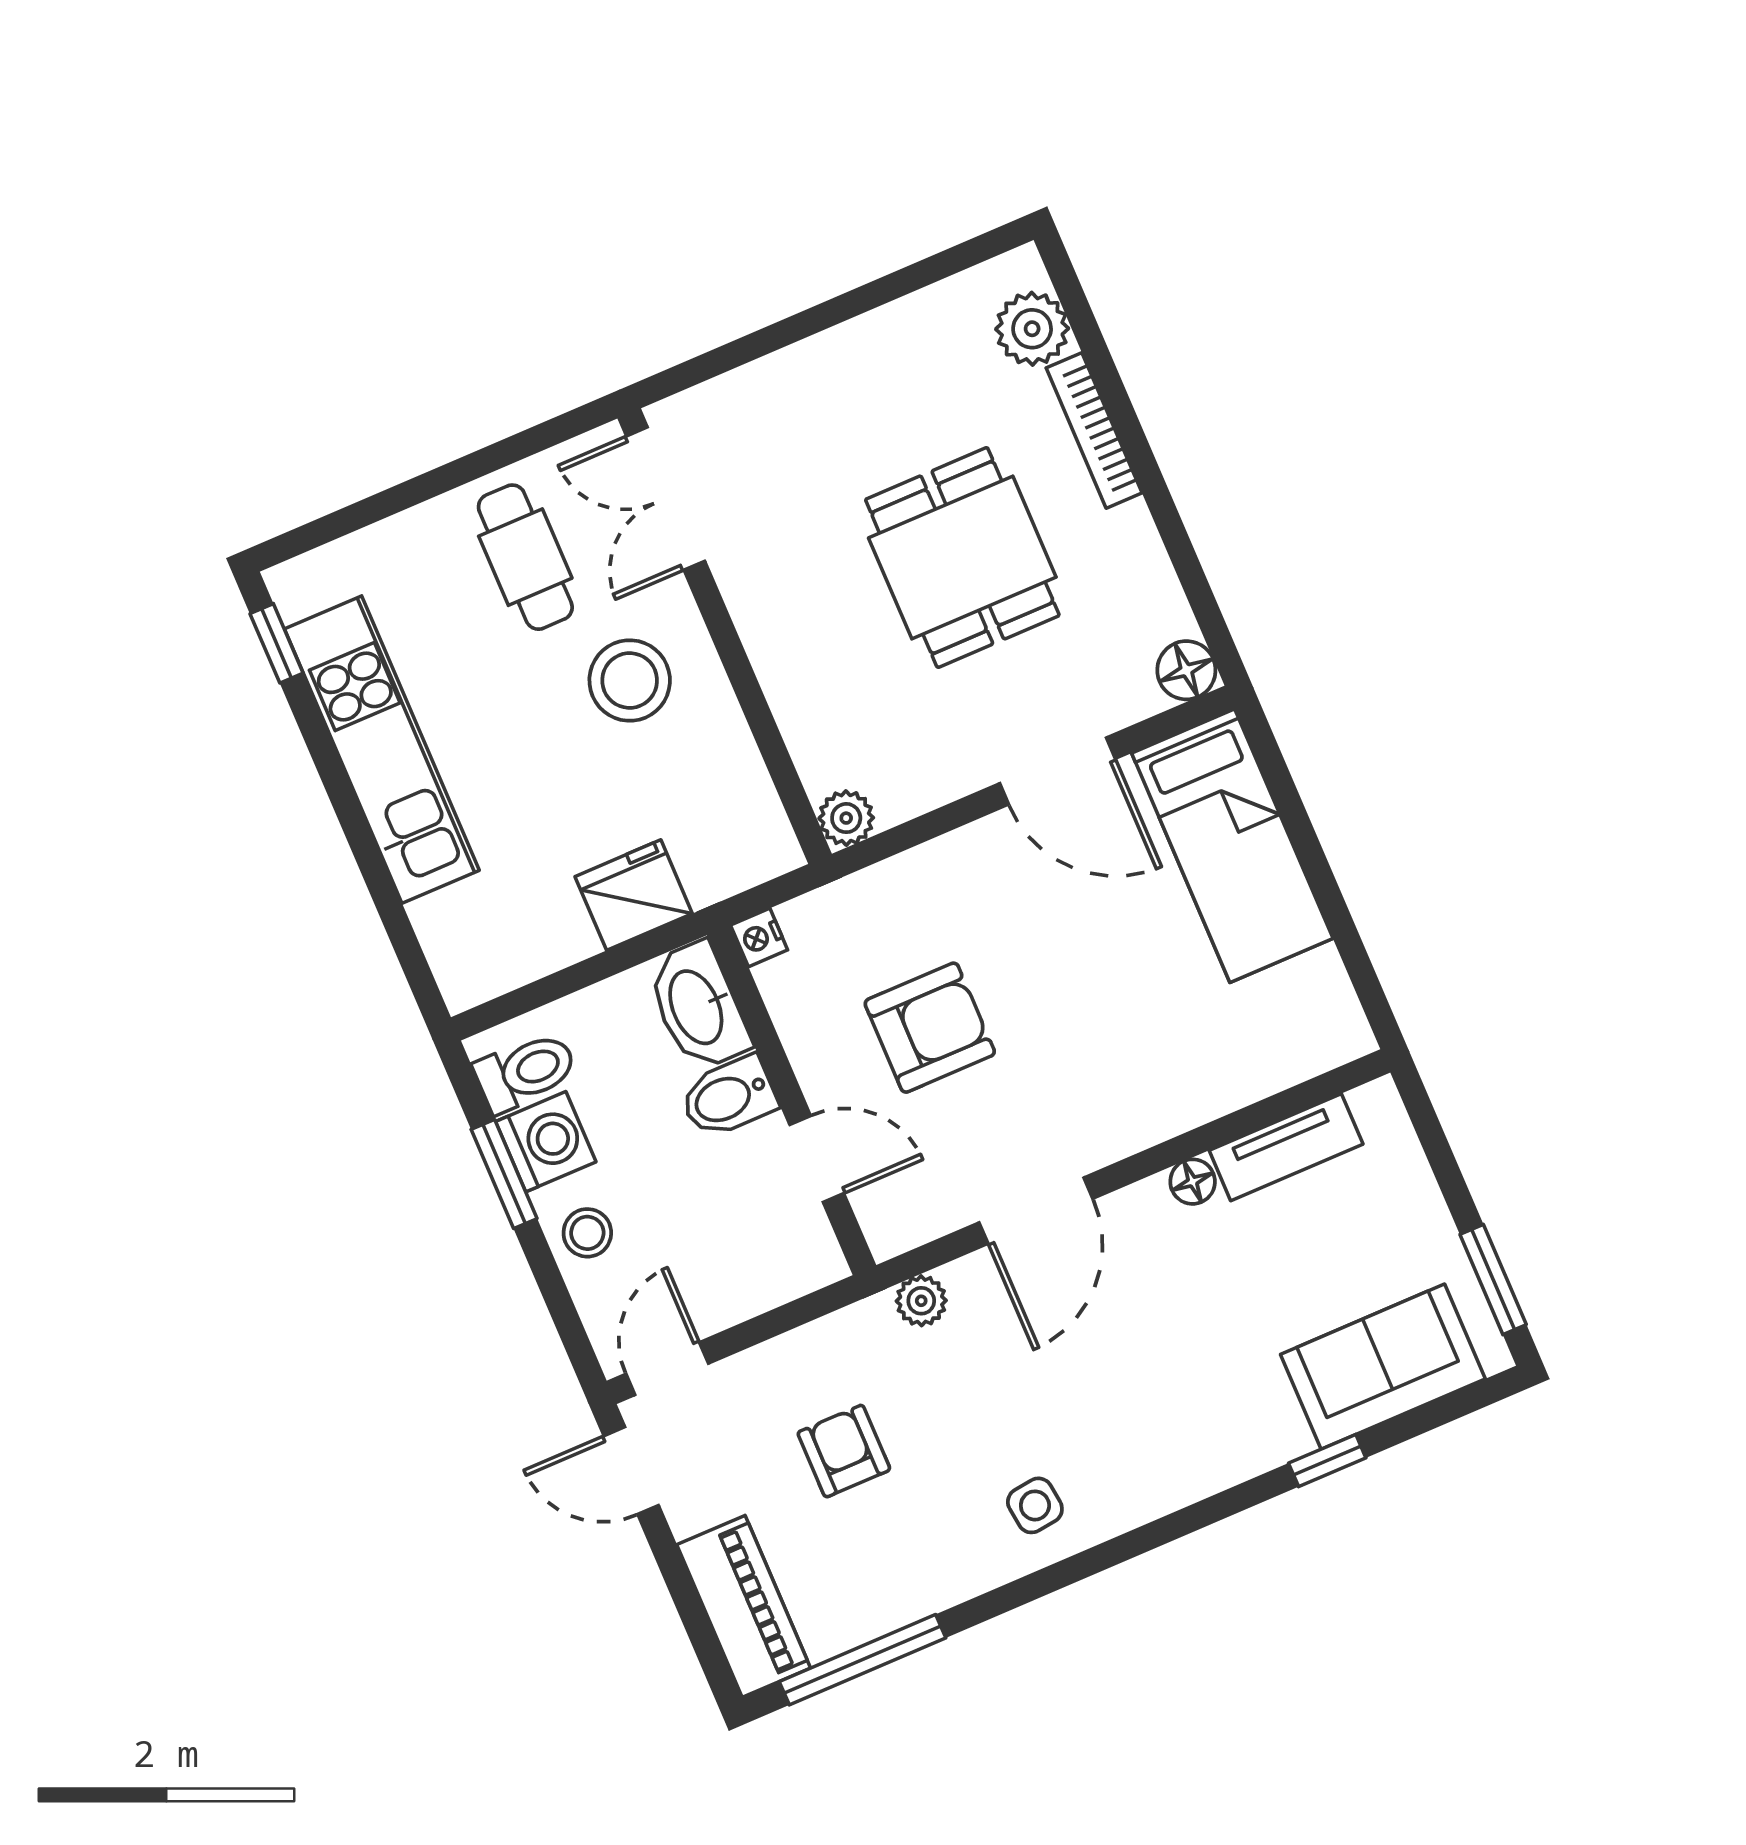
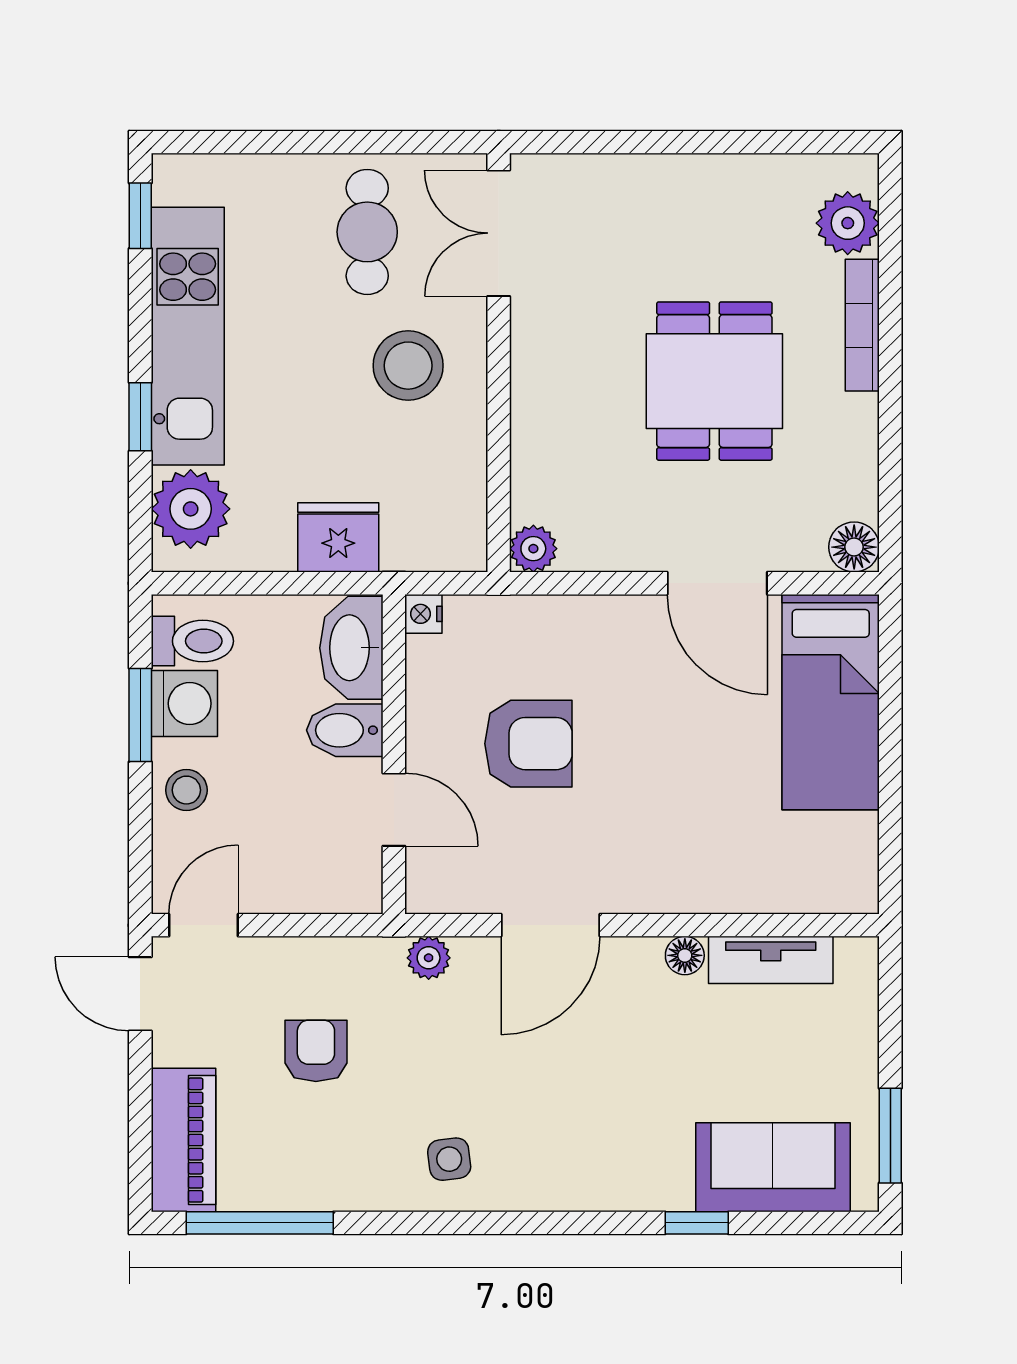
window: (368, 857) -> (140, 417), added
plant: (464, 932) -> (191, 509), added

